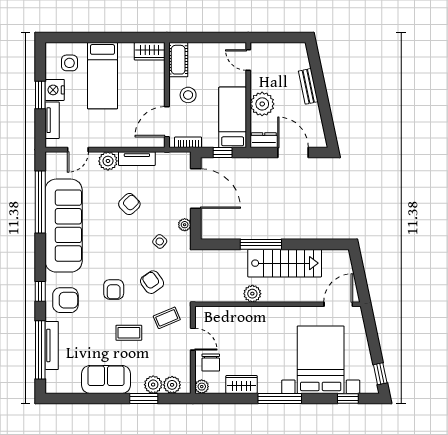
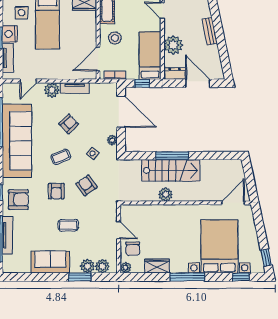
stairs: (285, 263) -> (171, 170), moved
coffee table: (167, 318) -> (61, 157), moved

